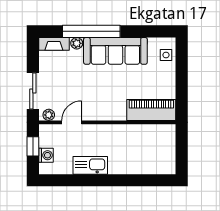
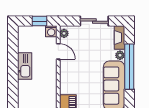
sliding door: (33, 91) -> (94, 21), moved
washing machine: (46, 155) -> (51, 31), moved

